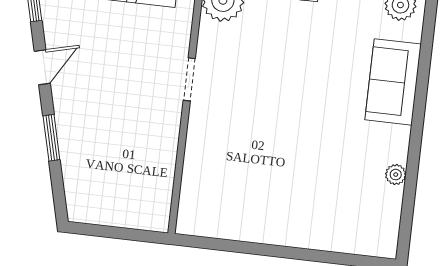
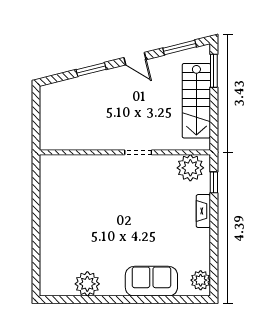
plant: (396, 175) -> (87, 284), width x1.88, depth x1.88

